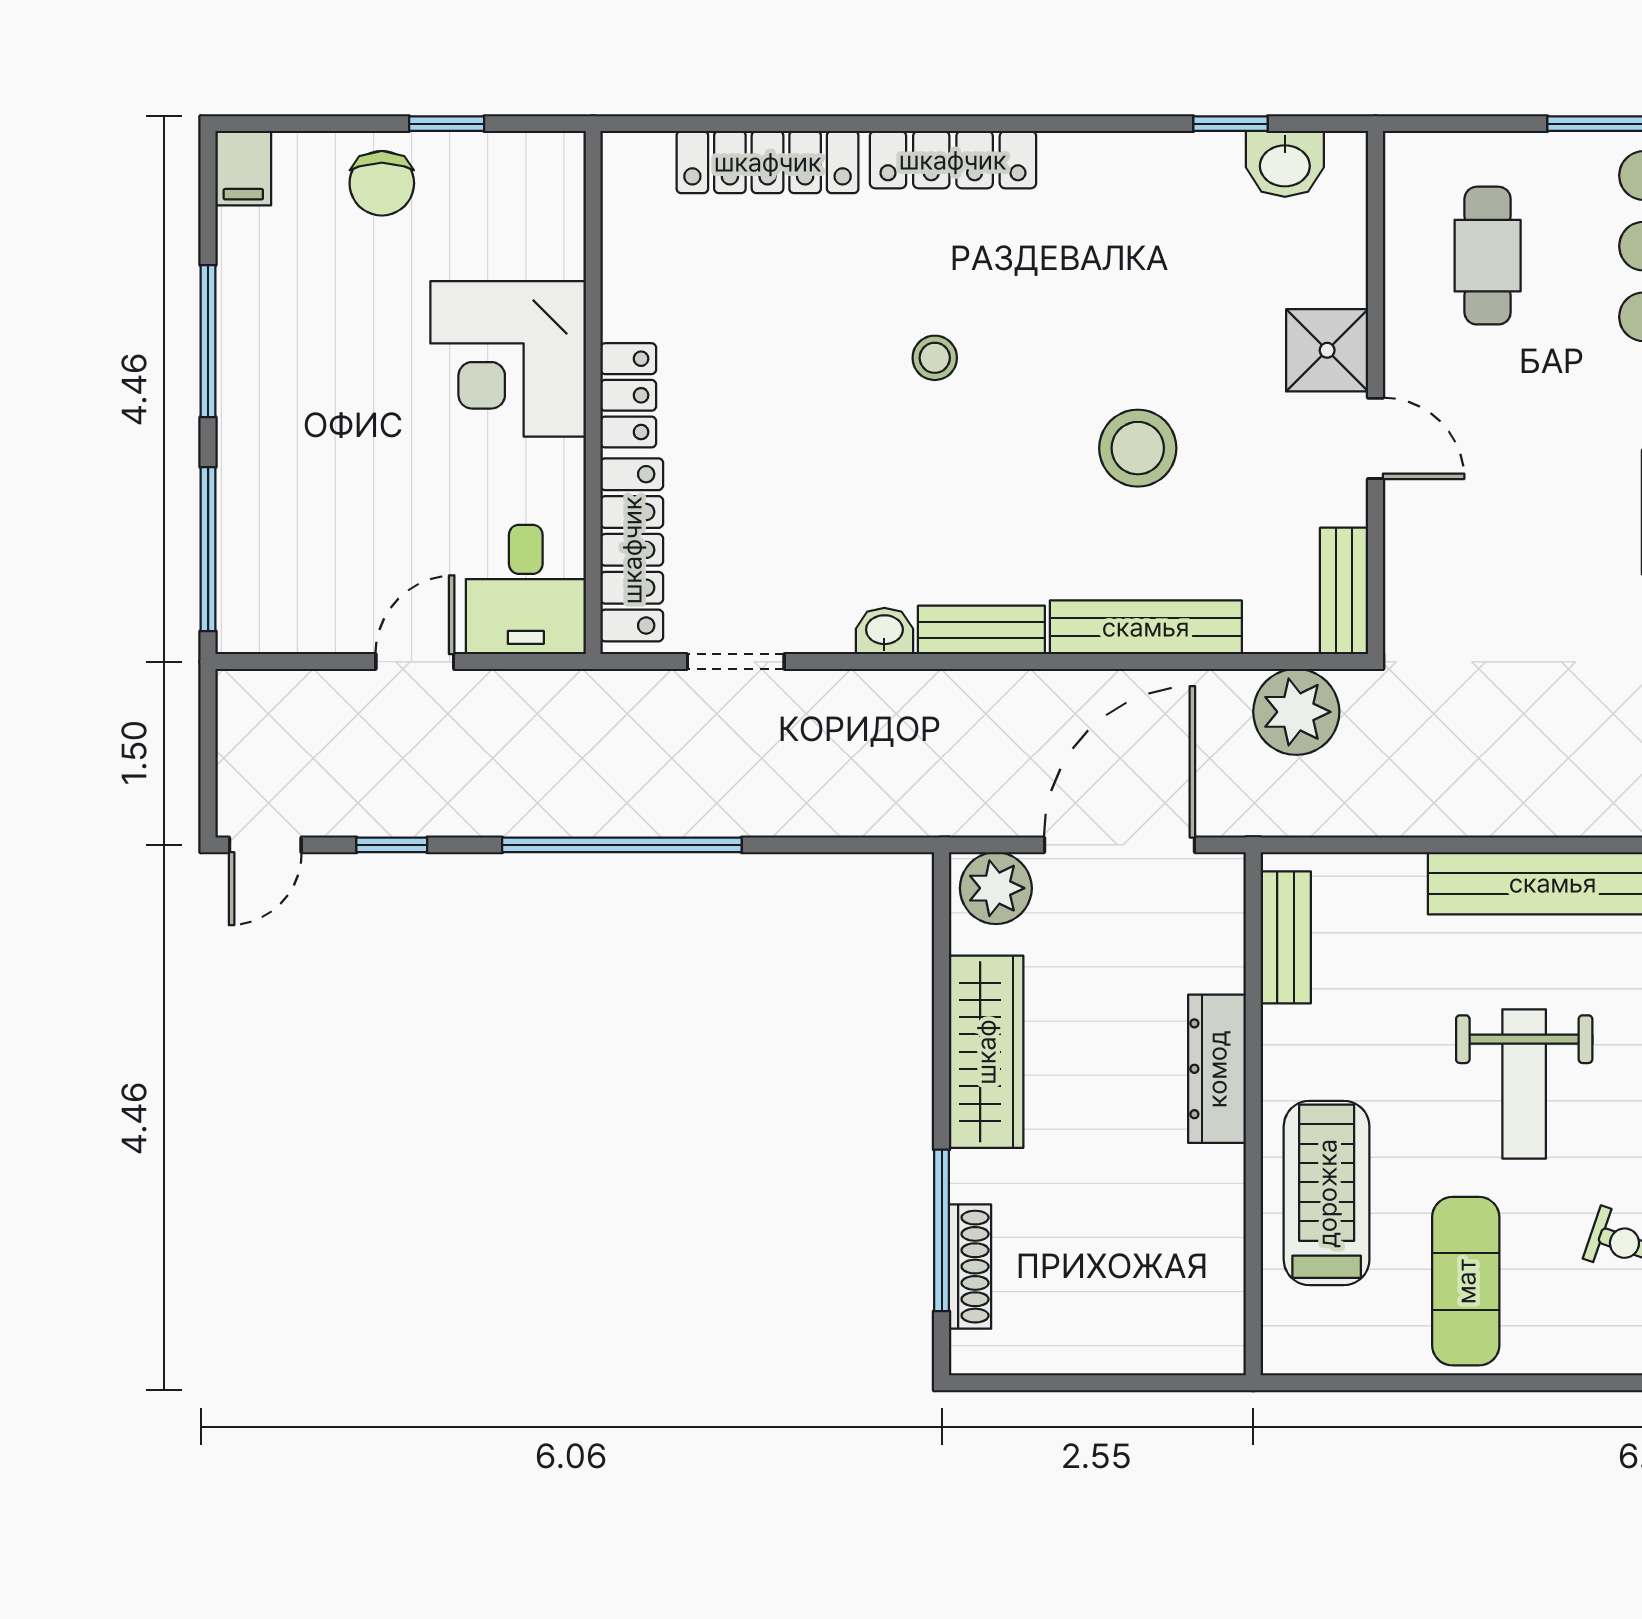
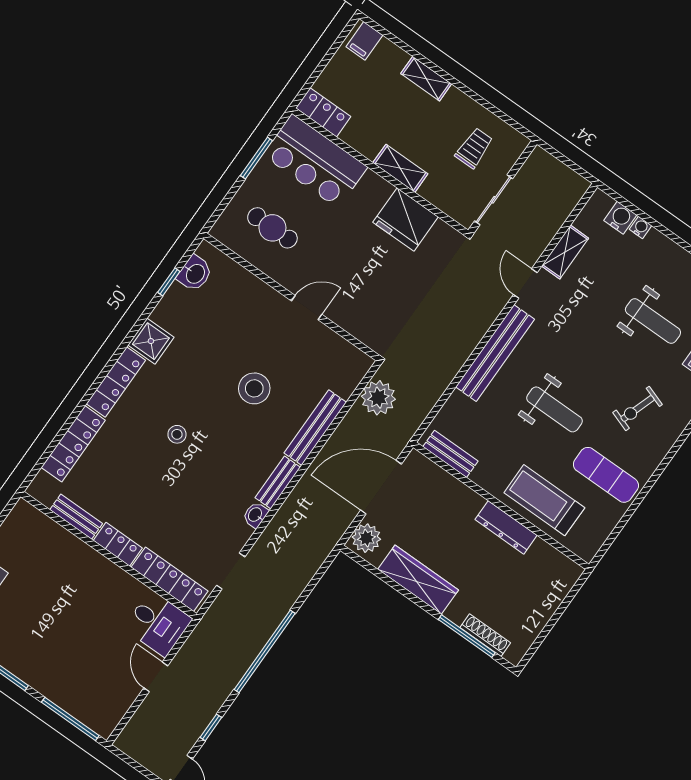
shower: (1327, 350) -> (151, 341), moved
corner desk: (508, 359) -> (78, 575), removed
bench: (1344, 591) -> (76, 517), moved
door: (1120, 845) -> (381, 487), hinge flipped
dresser: (1217, 1069) -> (506, 527), moved

